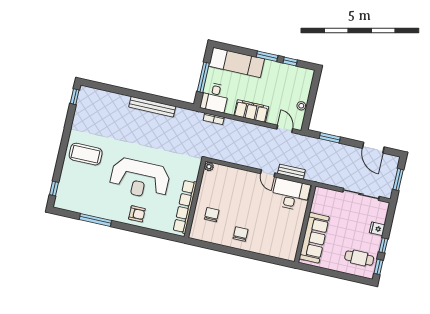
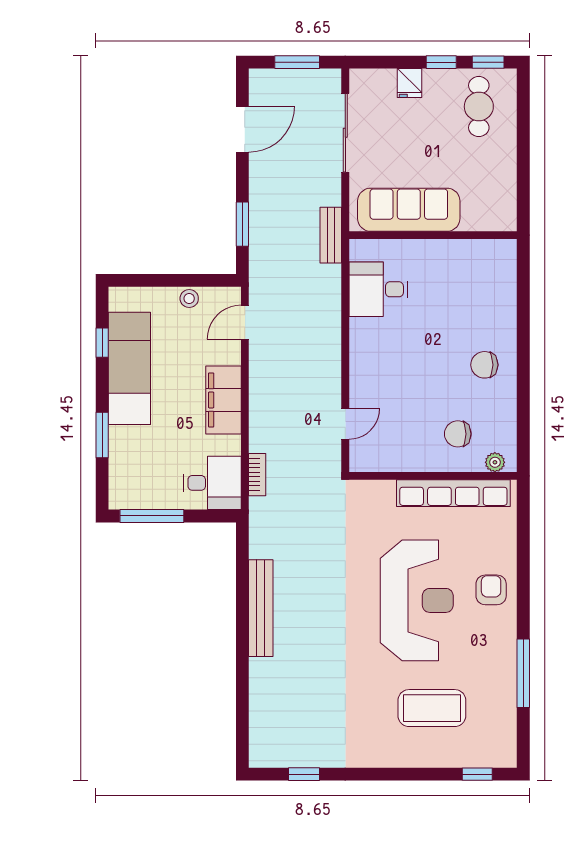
window: (267, 56) -> (102, 435), moved
exam couch: (237, 62) -> (129, 368), moved
window: (203, 77) -> (152, 516), moved
window: (75, 97) -> (304, 774), moved
coffee table: (86, 154) -> (432, 708), moved, turned 90
plant: (209, 167) -> (495, 462), moved
bench: (291, 172) -> (331, 235), moved
door: (268, 173) -> (345, 424), moved
desk: (291, 194) -> (378, 289), width x0.73
sofa: (314, 238) -> (409, 210), moved

